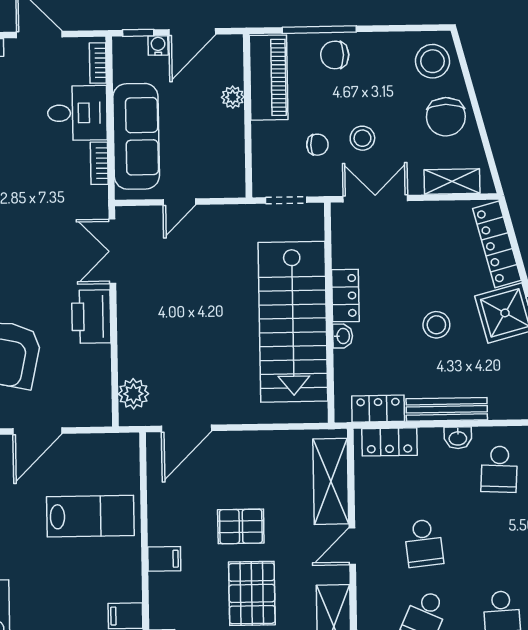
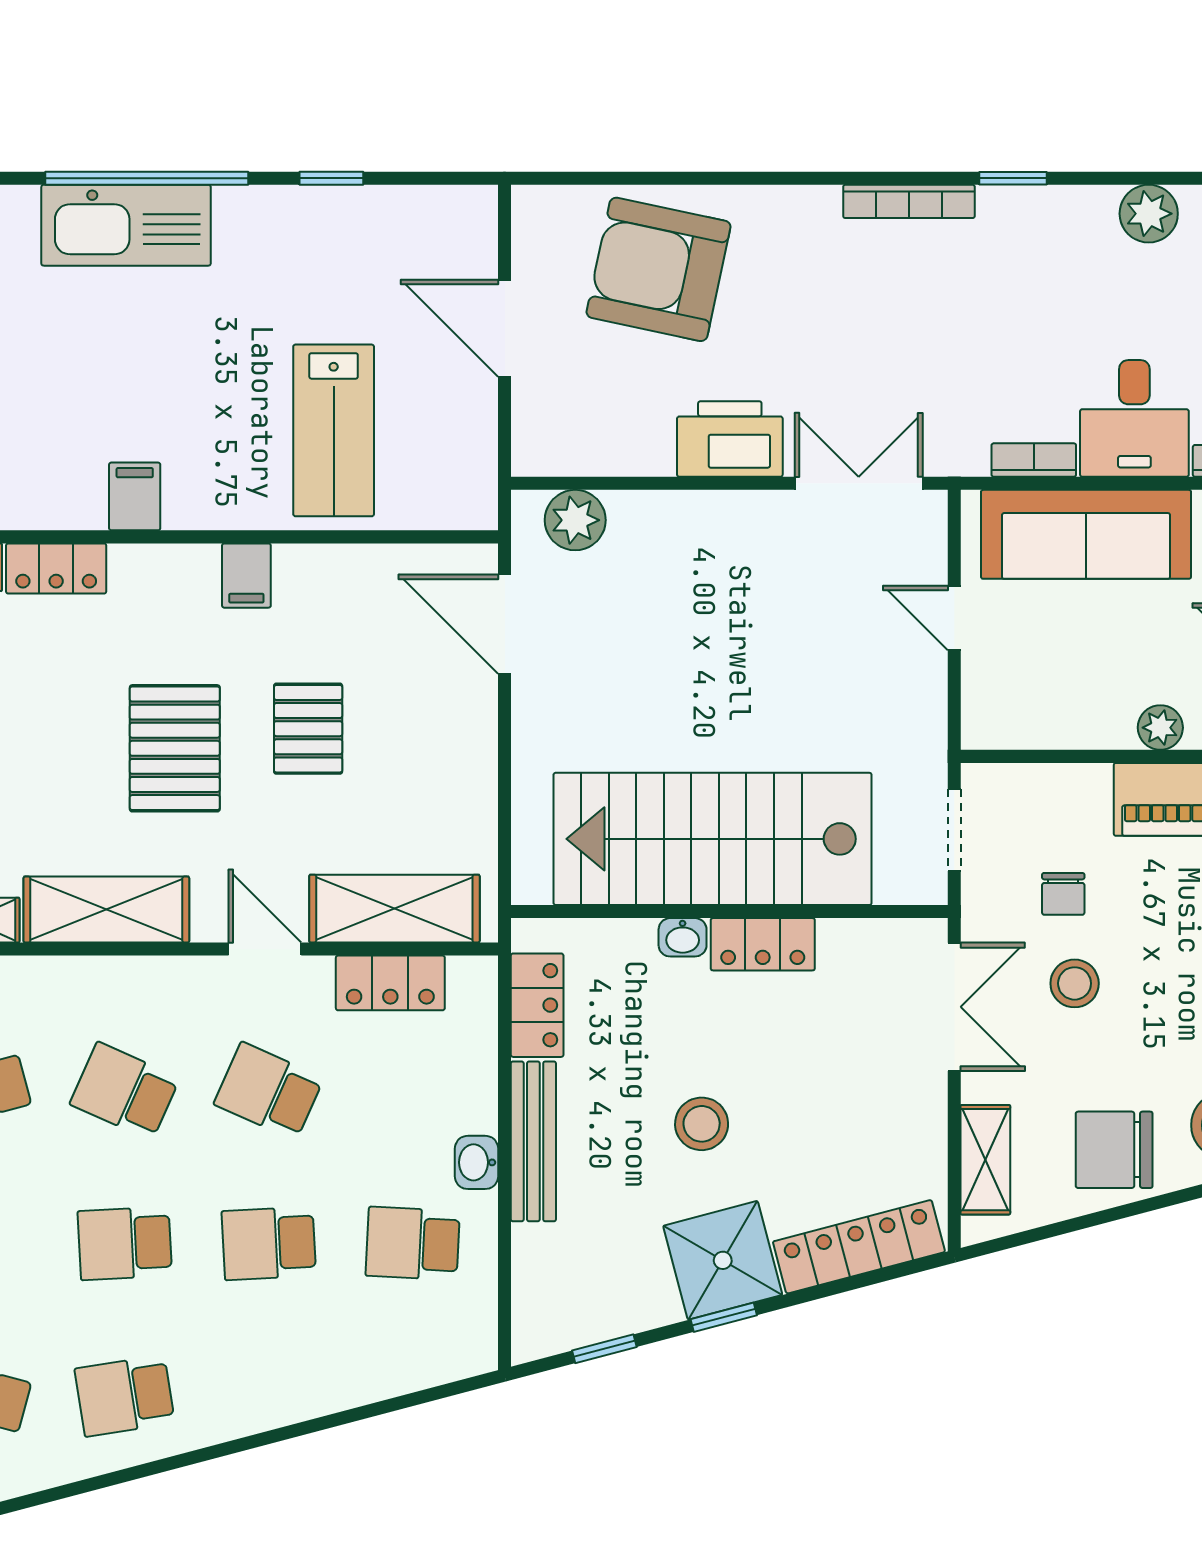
locker: (389, 442) -> (390, 983), moved, turned -90
school desk: (500, 542) -> (269, 1243), added
school desk: (424, 543) -> (269, 1091), turned 30
pallet: (252, 593) -> (175, 748), turned 90

